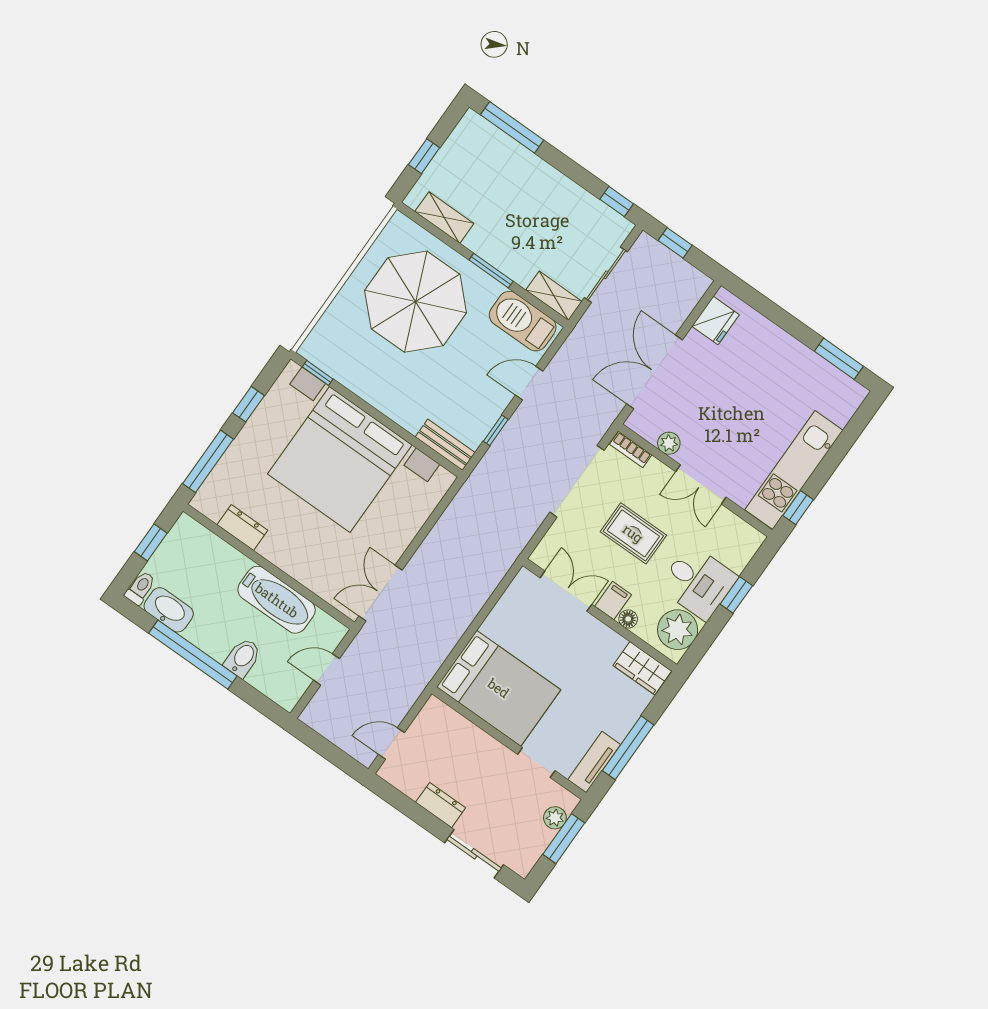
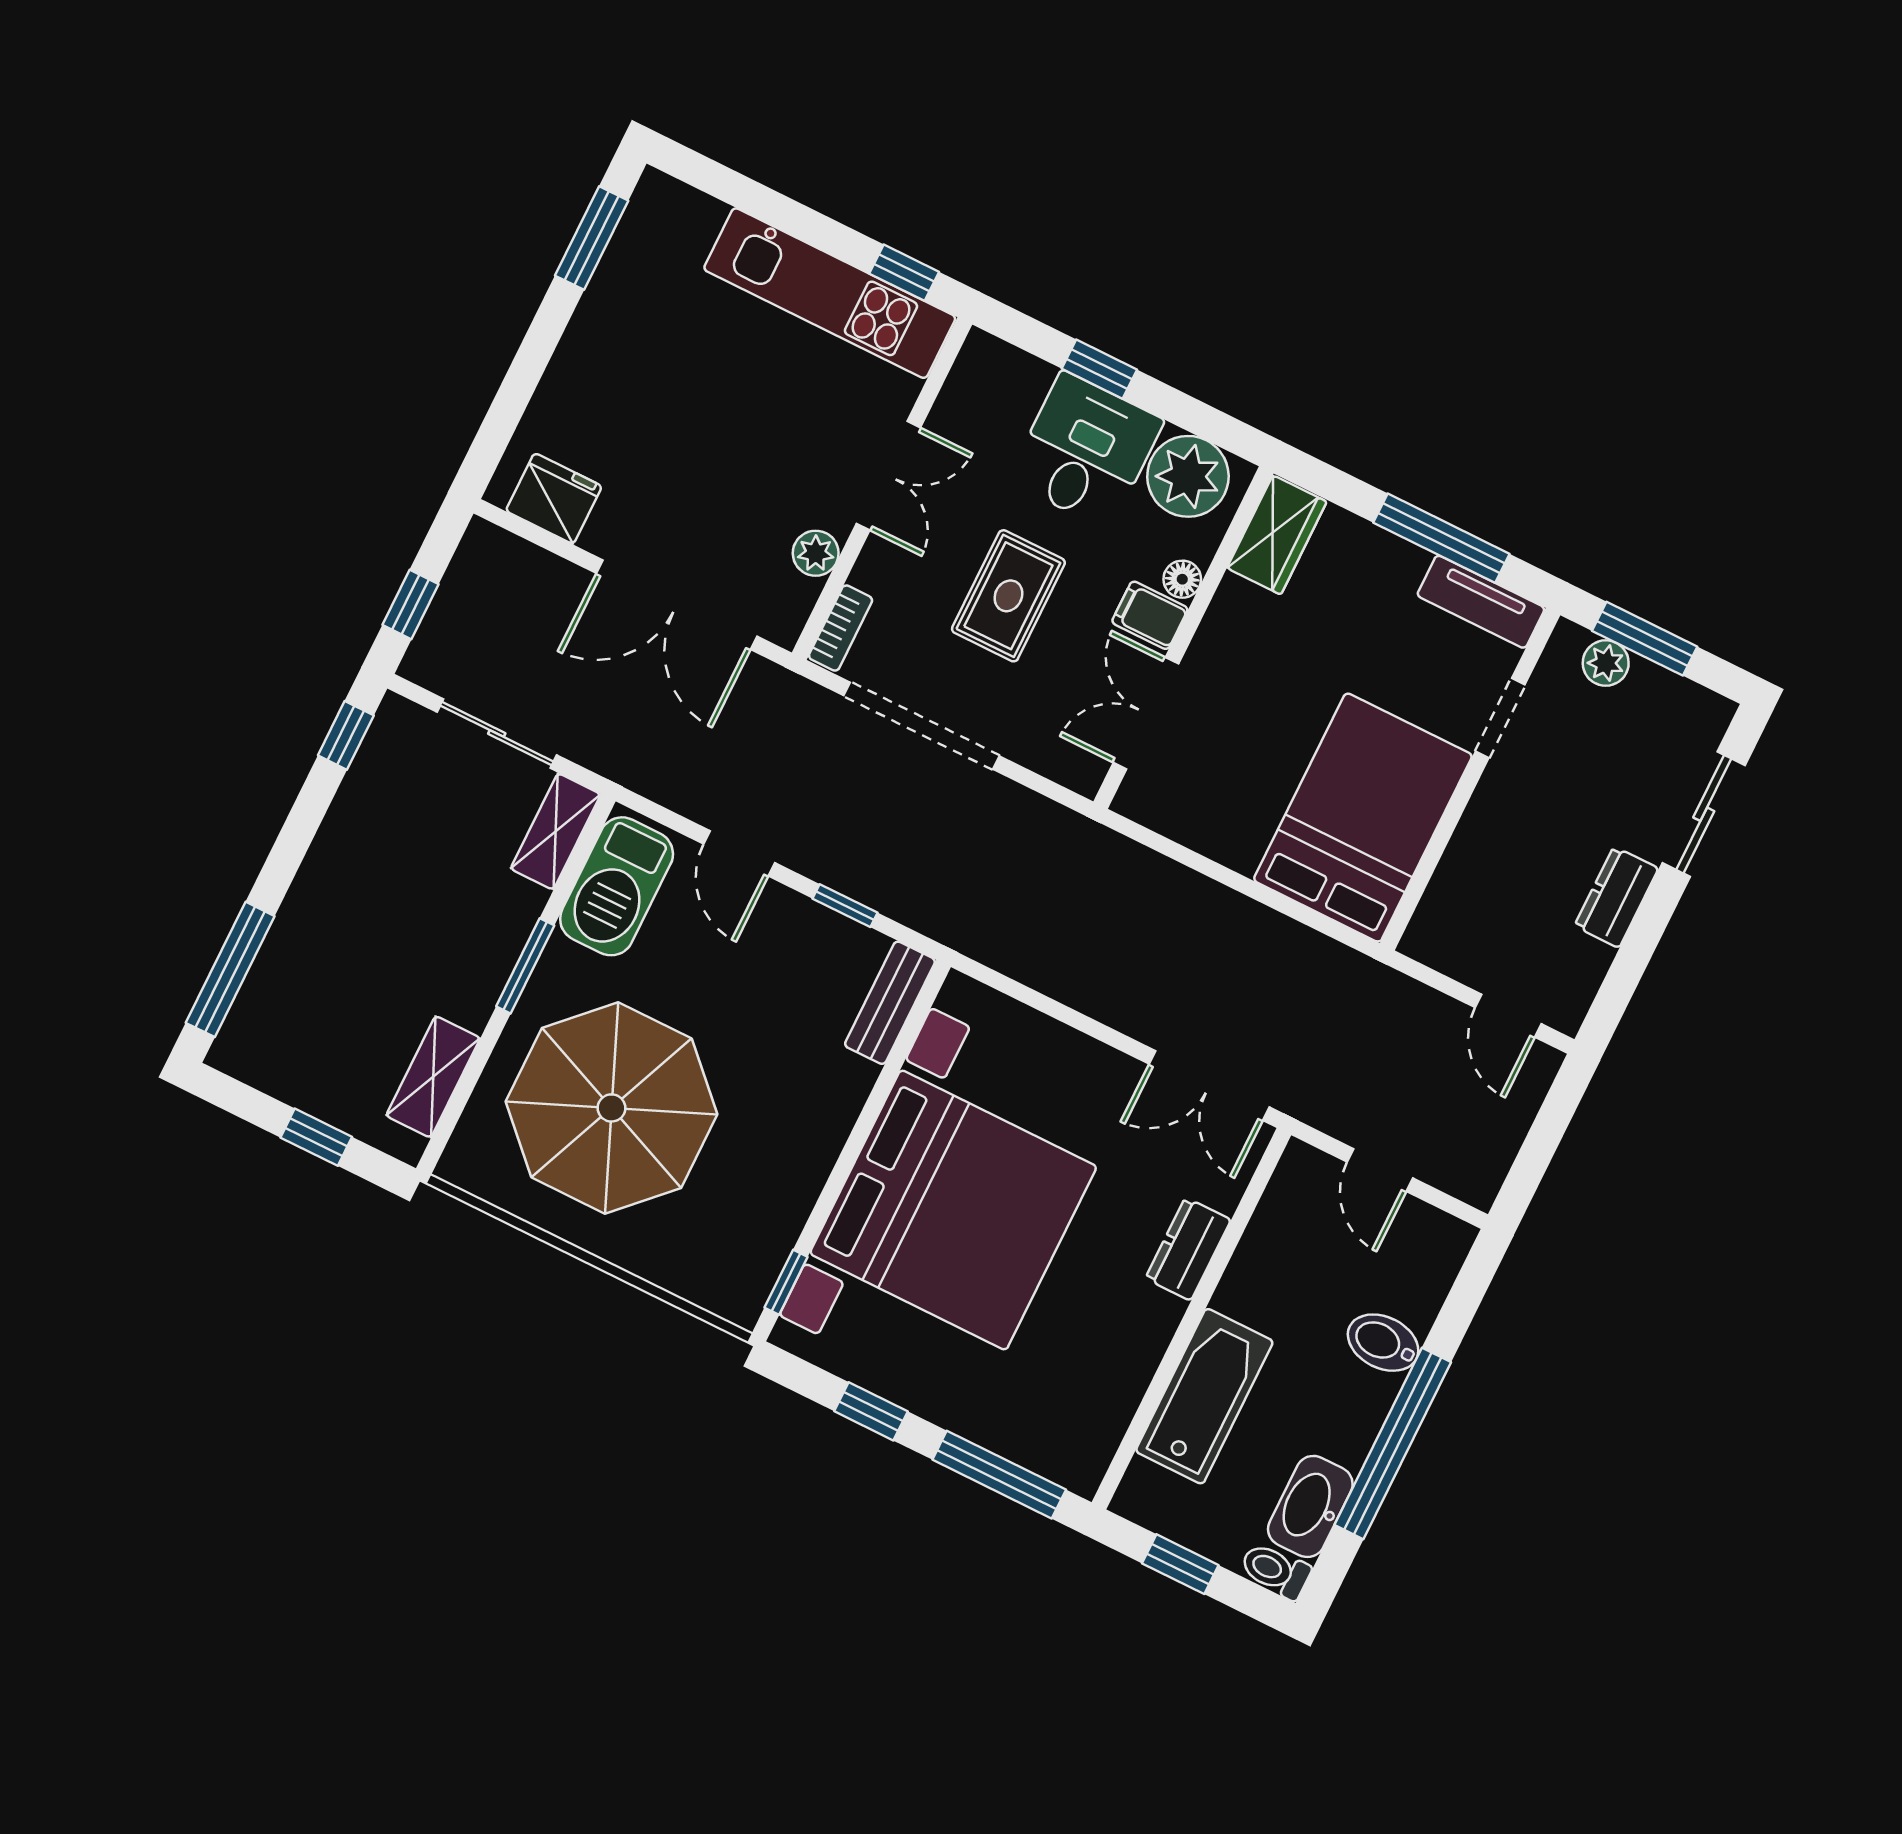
dresser: (242, 528) -> (1188, 1249), moved
bathtub: (277, 600) -> (1204, 1396), moved

